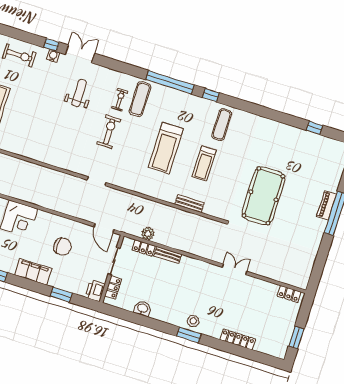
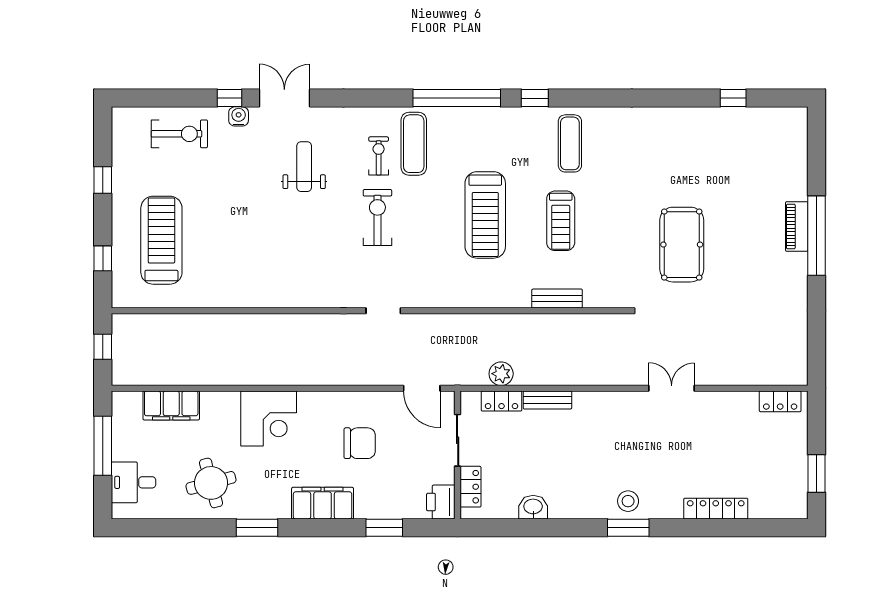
pool table: (263, 196) -> (682, 245), width x0.73, depth x0.76

